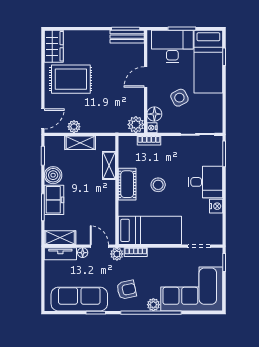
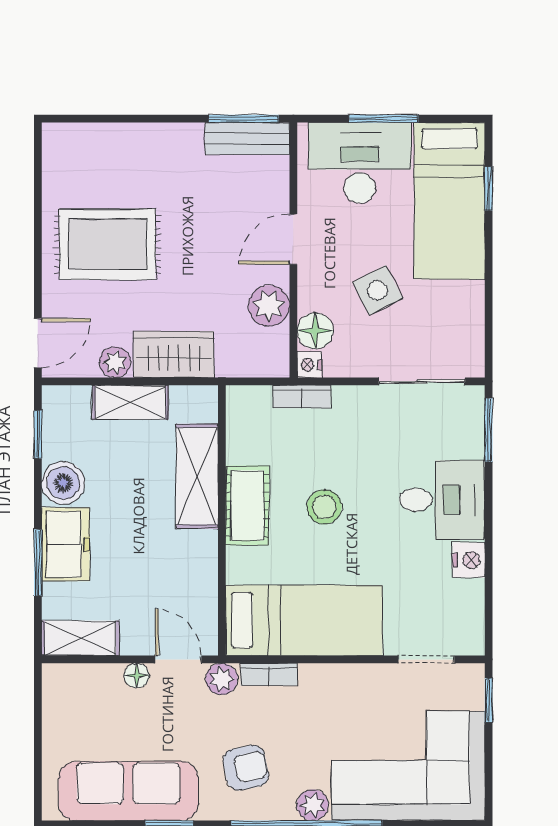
wardrobe: (54, 46) -> (174, 354), moved, turned -90
plant: (136, 125) -> (269, 306), moved
shelving: (109, 165) -> (197, 476), width x1.50, depth x1.33
tv unit: (60, 254) -> (81, 678), removed

